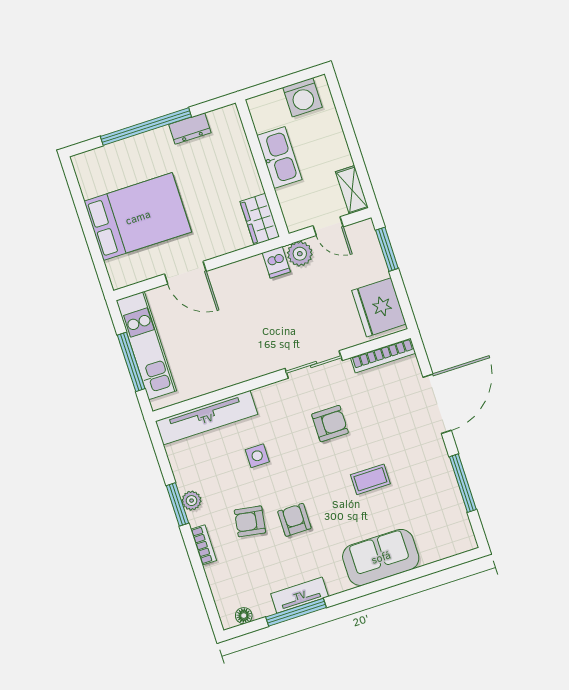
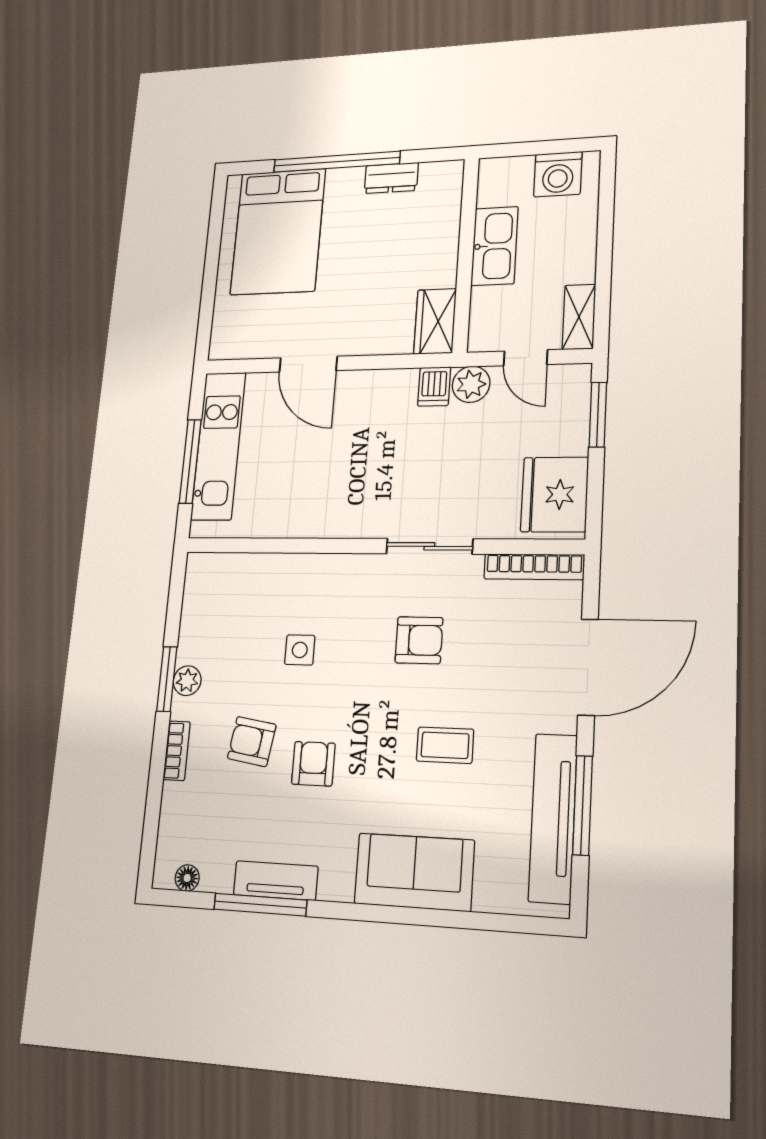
bed: (138, 217) -> (278, 232), moved, turned 90
tv unit: (207, 418) -> (553, 818), moved, turned 90

